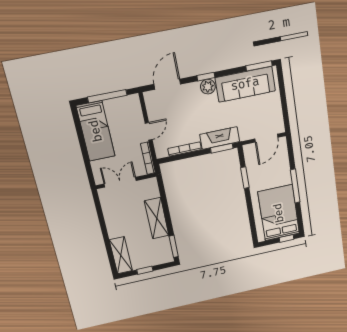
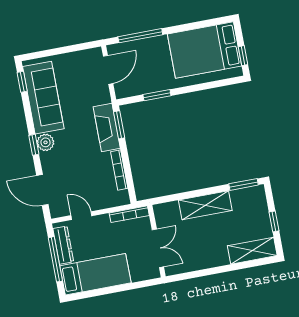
window: (259, 66) -> (22, 82), width x0.67
dresser: (120, 103) -> (63, 245), added
door: (149, 131) -> (81, 216), moved
door: (266, 138) -> (108, 70), hinge flipped
double door: (120, 182) -> (158, 248), swing flipped
window: (295, 186) -> (140, 36), moved
window: (286, 238) -> (243, 56), moved

